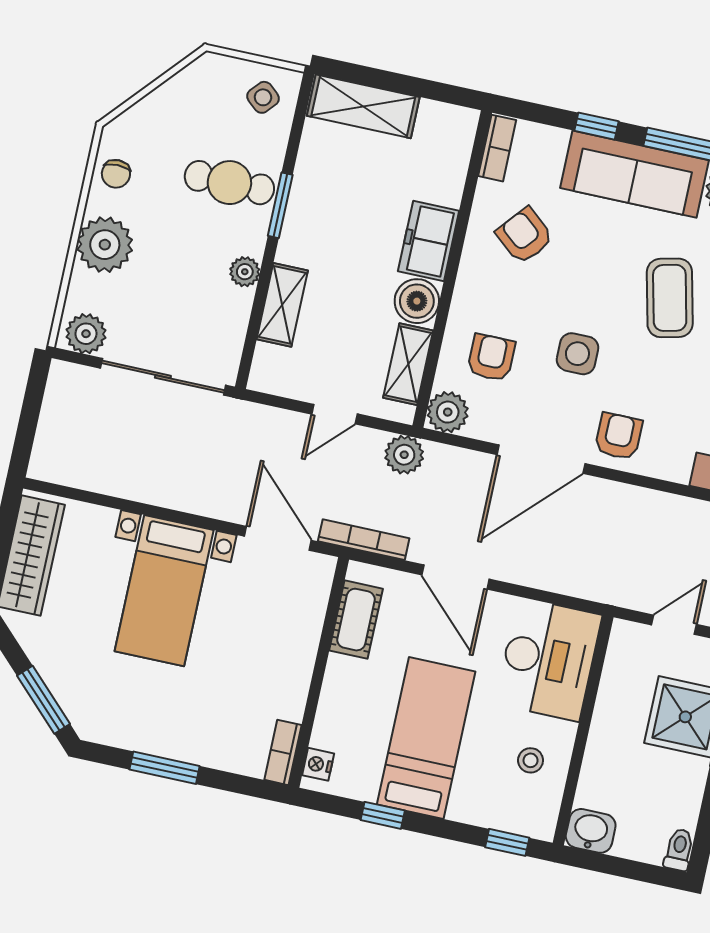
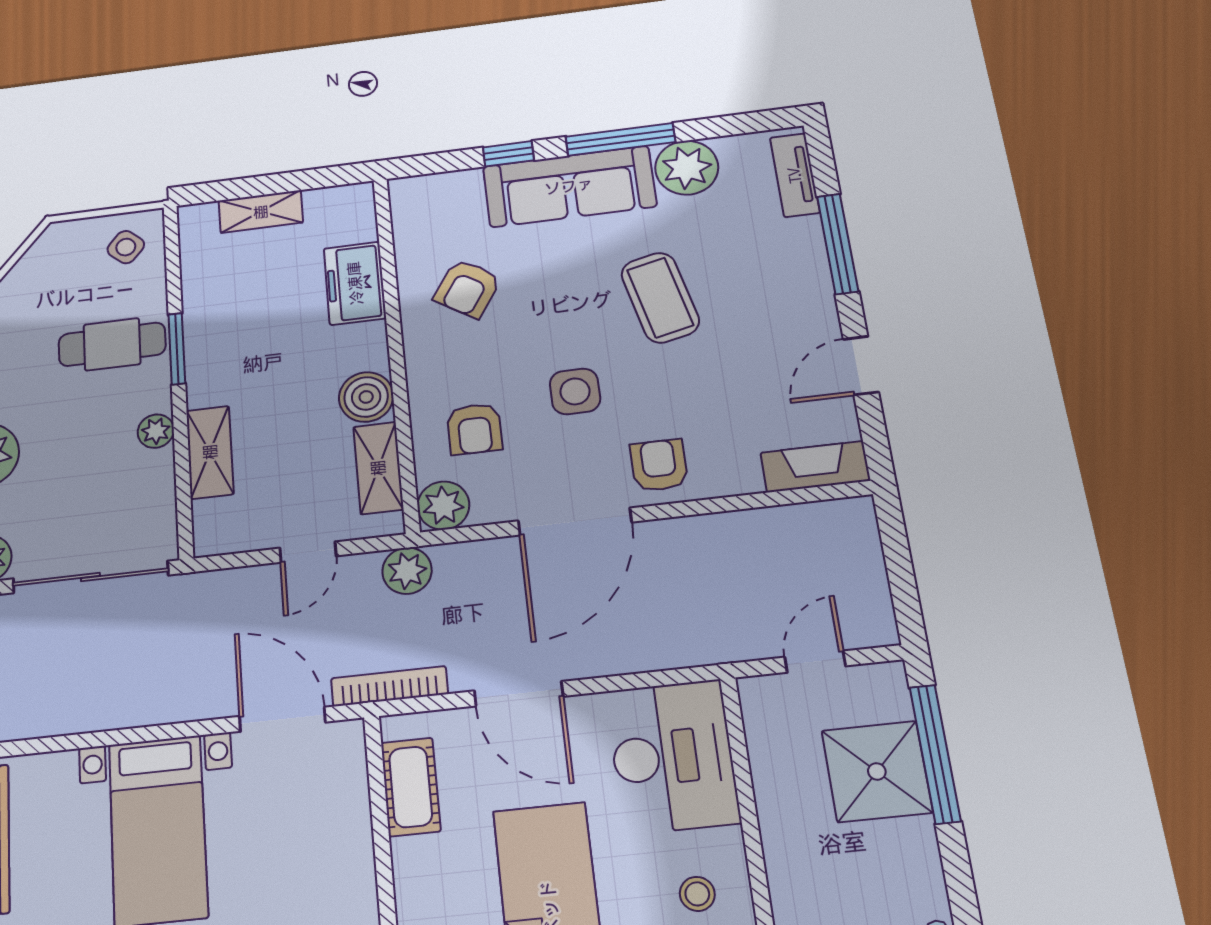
shelving: (363, 106) -> (261, 212), width x0.67, depth x0.75
bookcase: (497, 148) -> (405, 211), removed
armchair: (525, 236) -> (467, 288), turned -97
freezer: (429, 241) -> (355, 283), moved
armchair: (491, 358) -> (474, 429), turned 180

